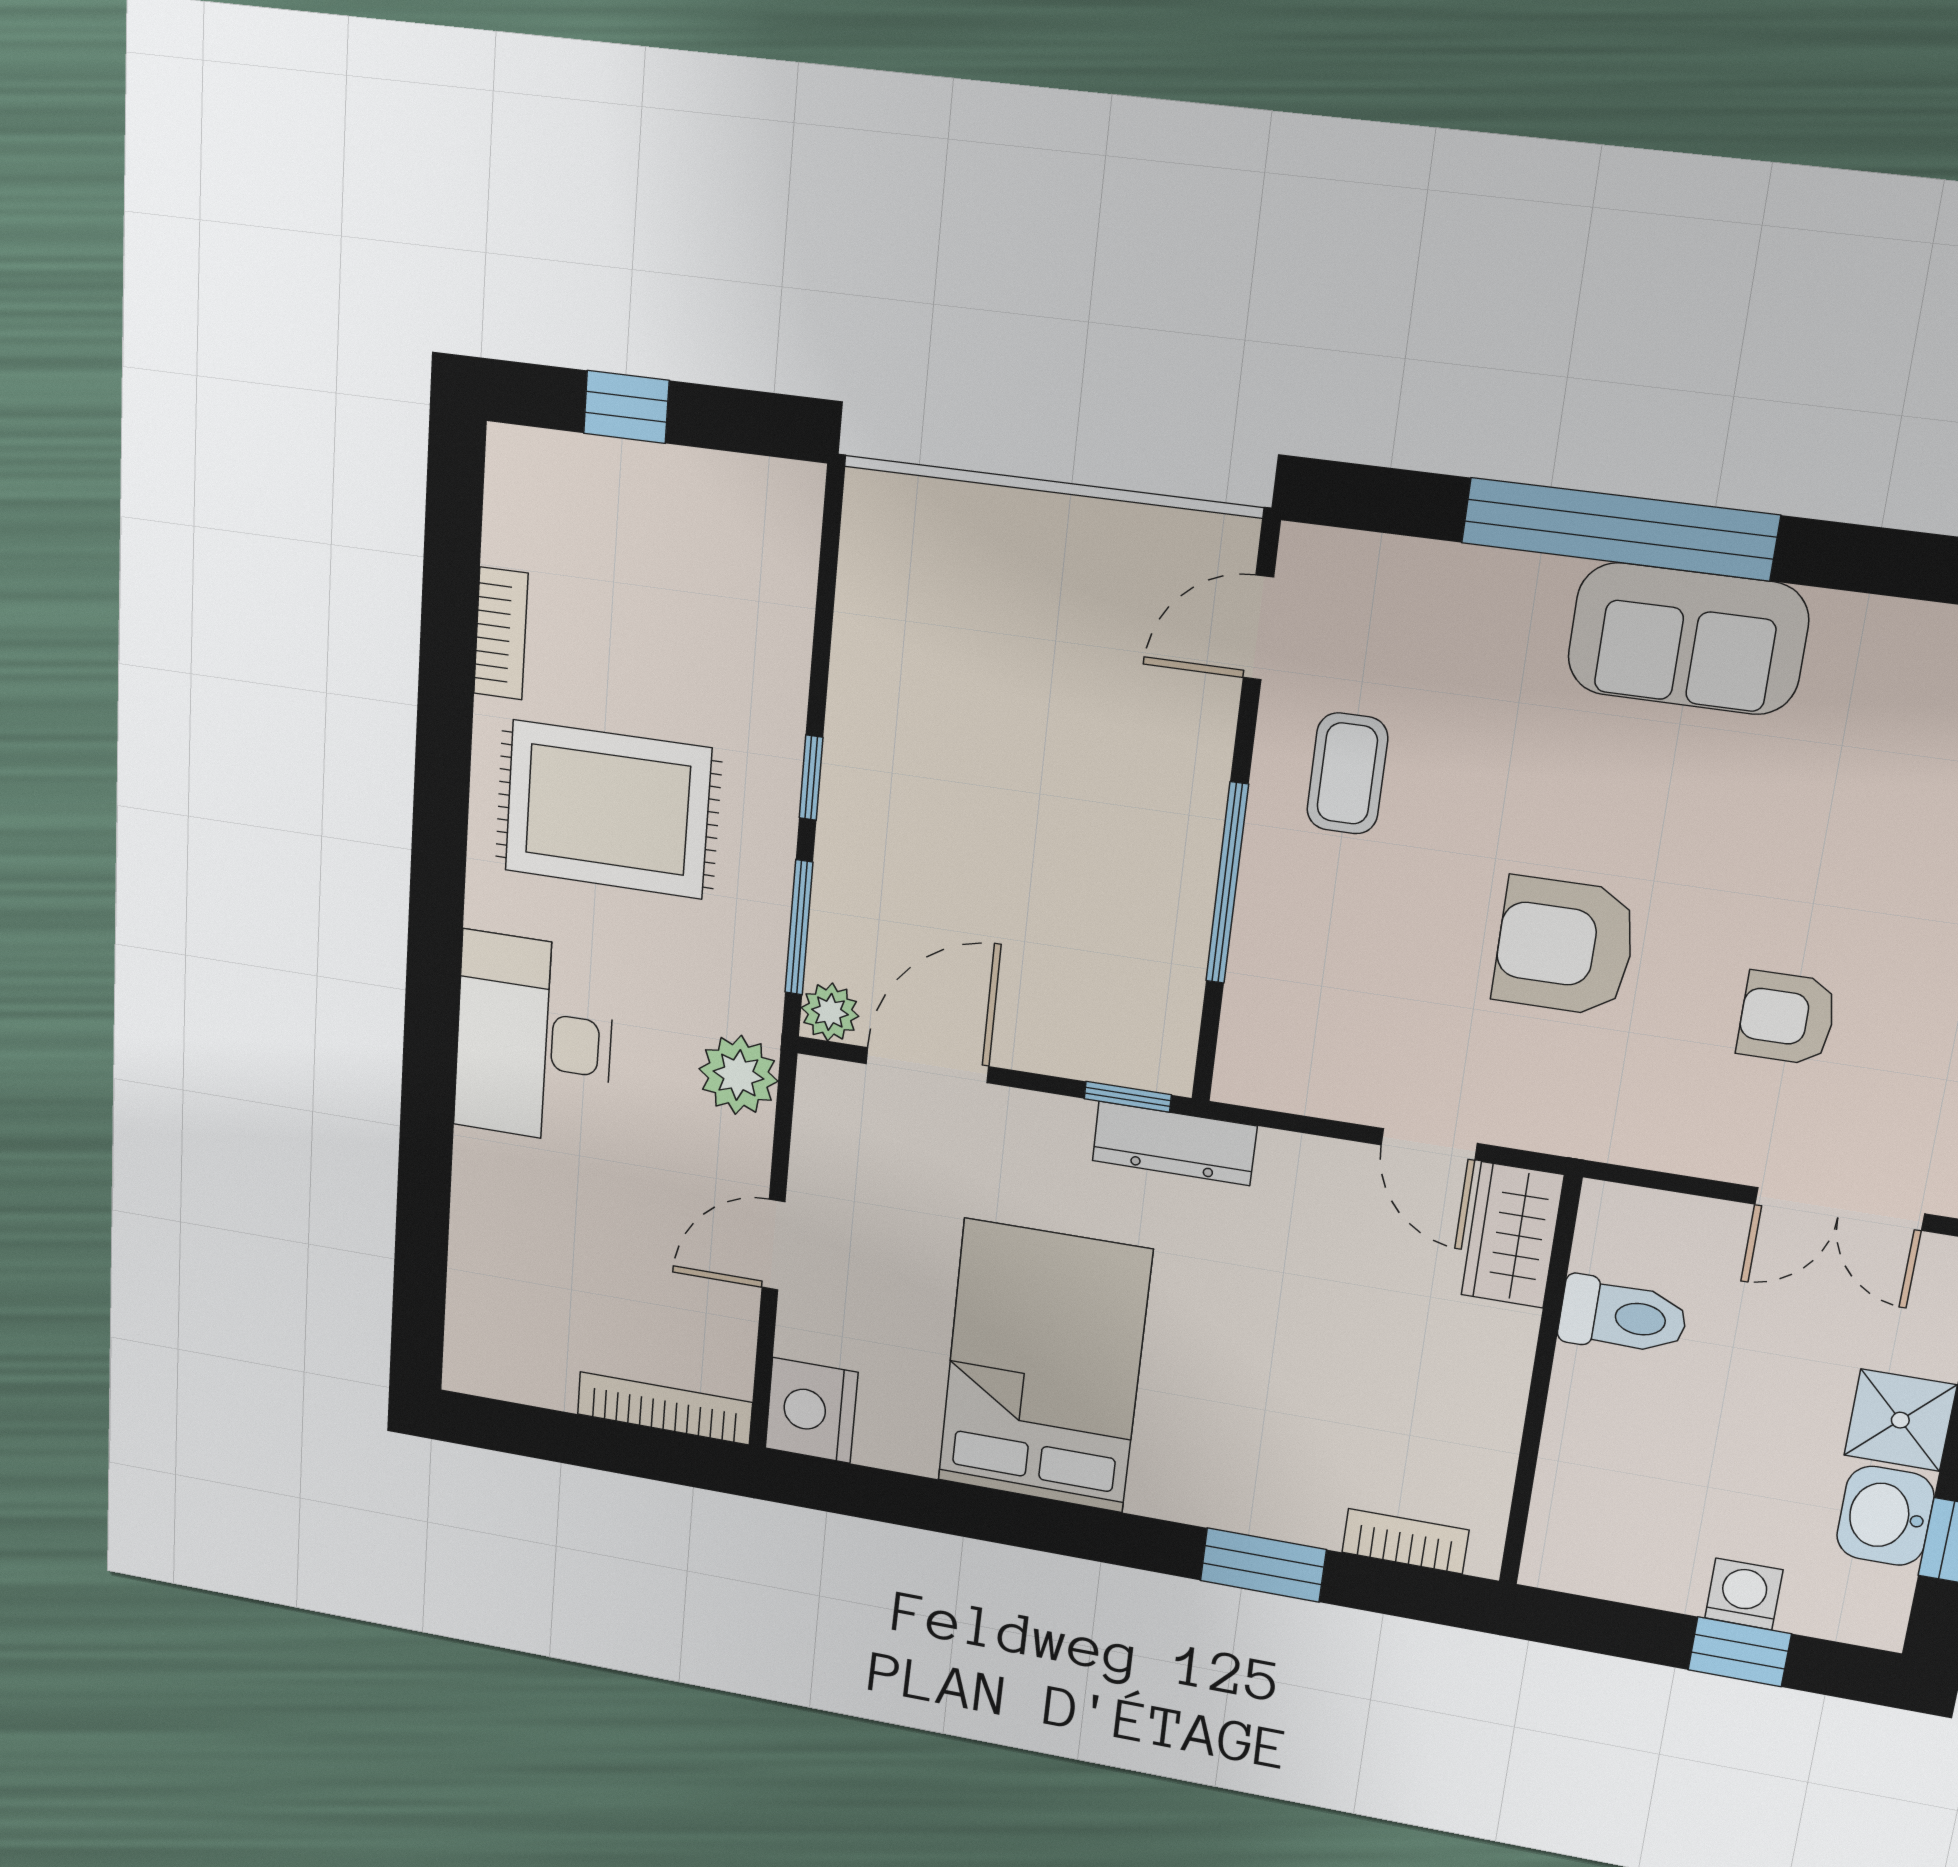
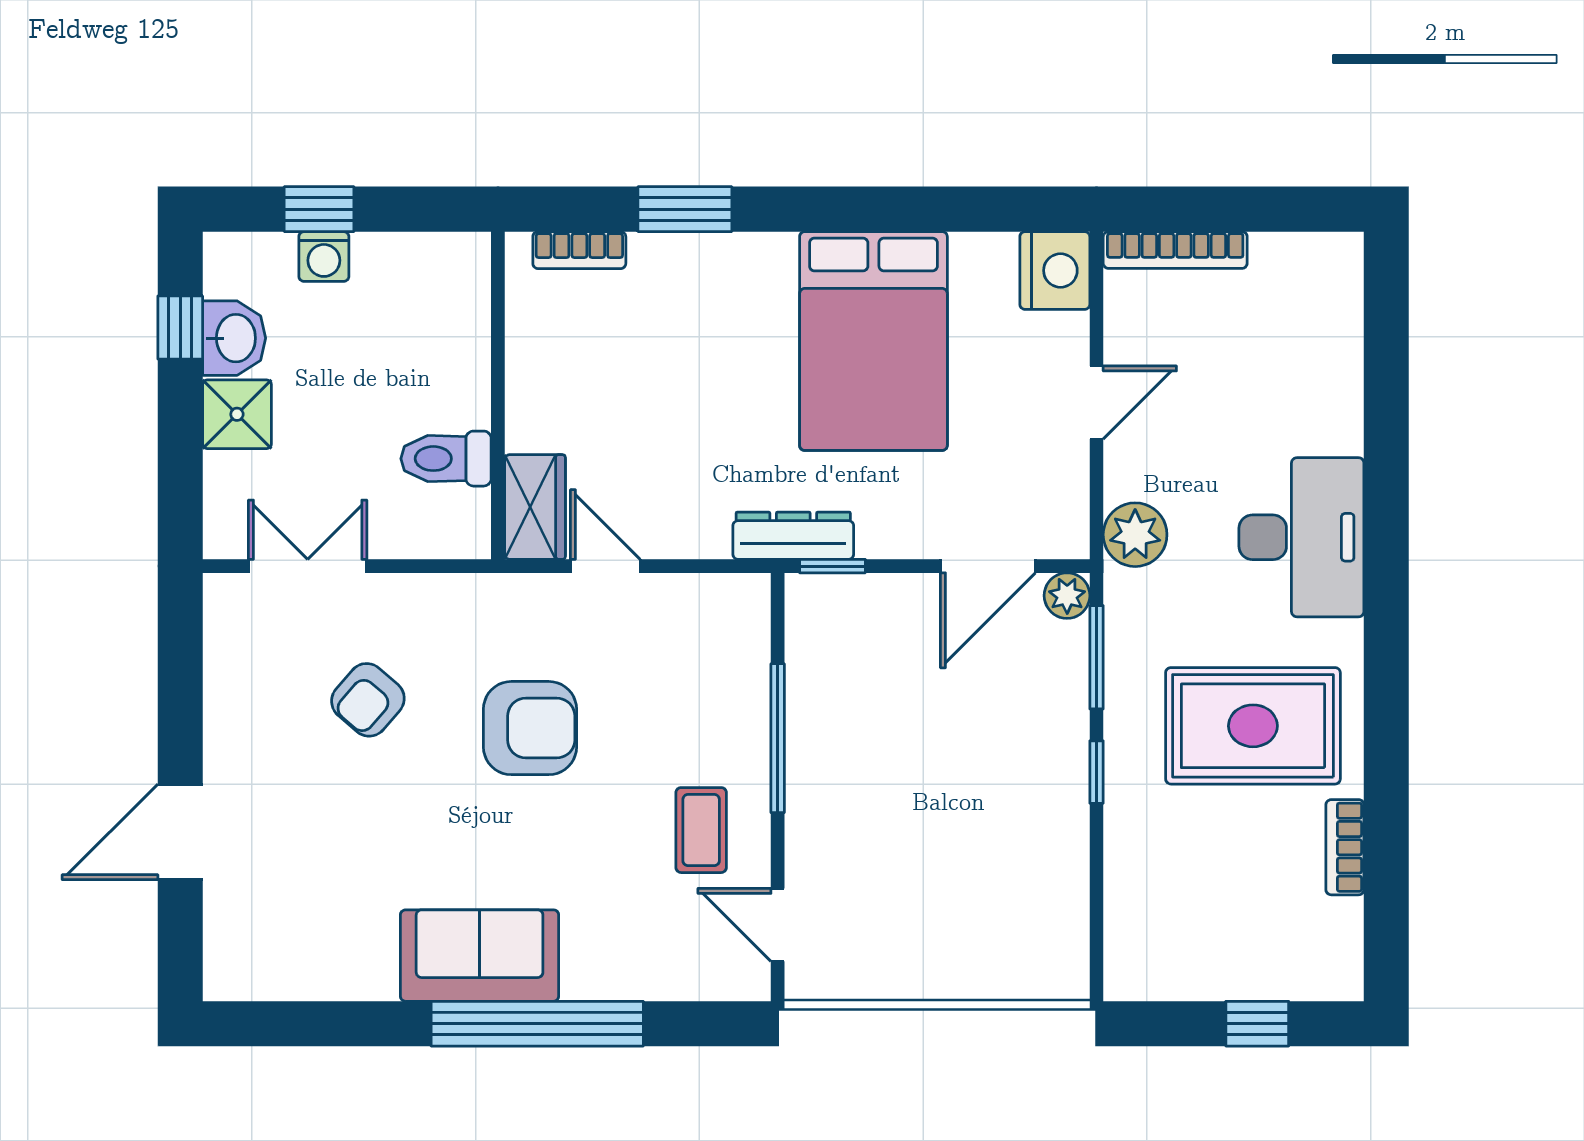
door: (1258, 628) -> (778, 925), swing flipped
armchair: (1787, 1018) -> (368, 700), turned 131

